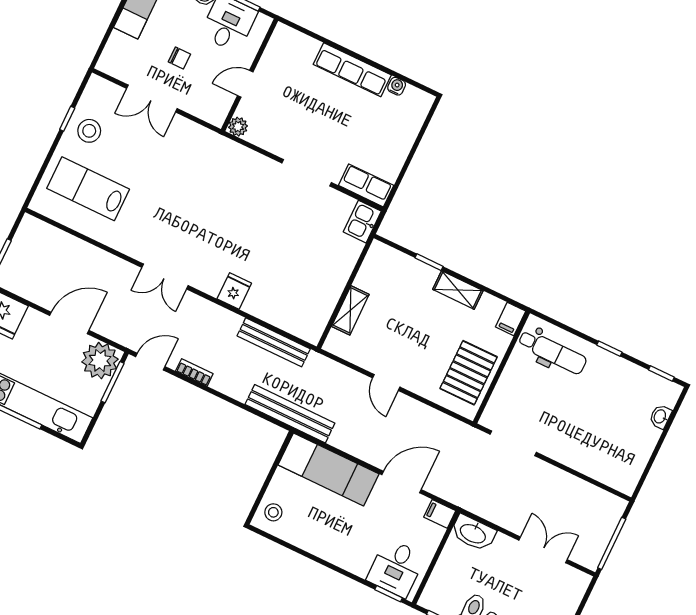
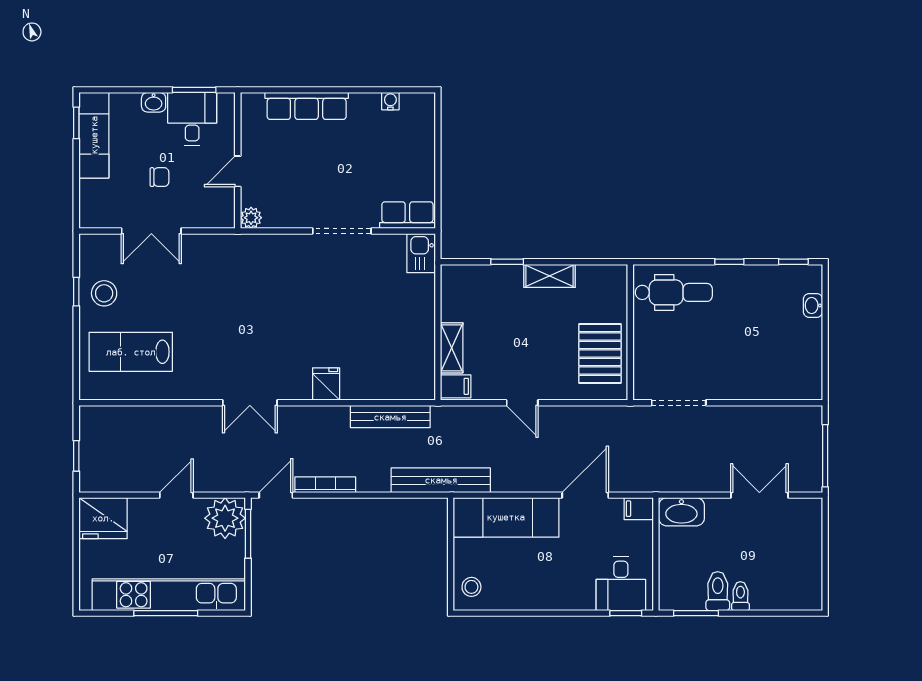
row of seats: (352, 70) -> (307, 106), moved
filing cabinet: (511, 319) -> (456, 386), moved, turned -90
door: (69, 323) -> (176, 495), width x0.73
bookcase: (194, 372) -> (325, 485), width x1.56

